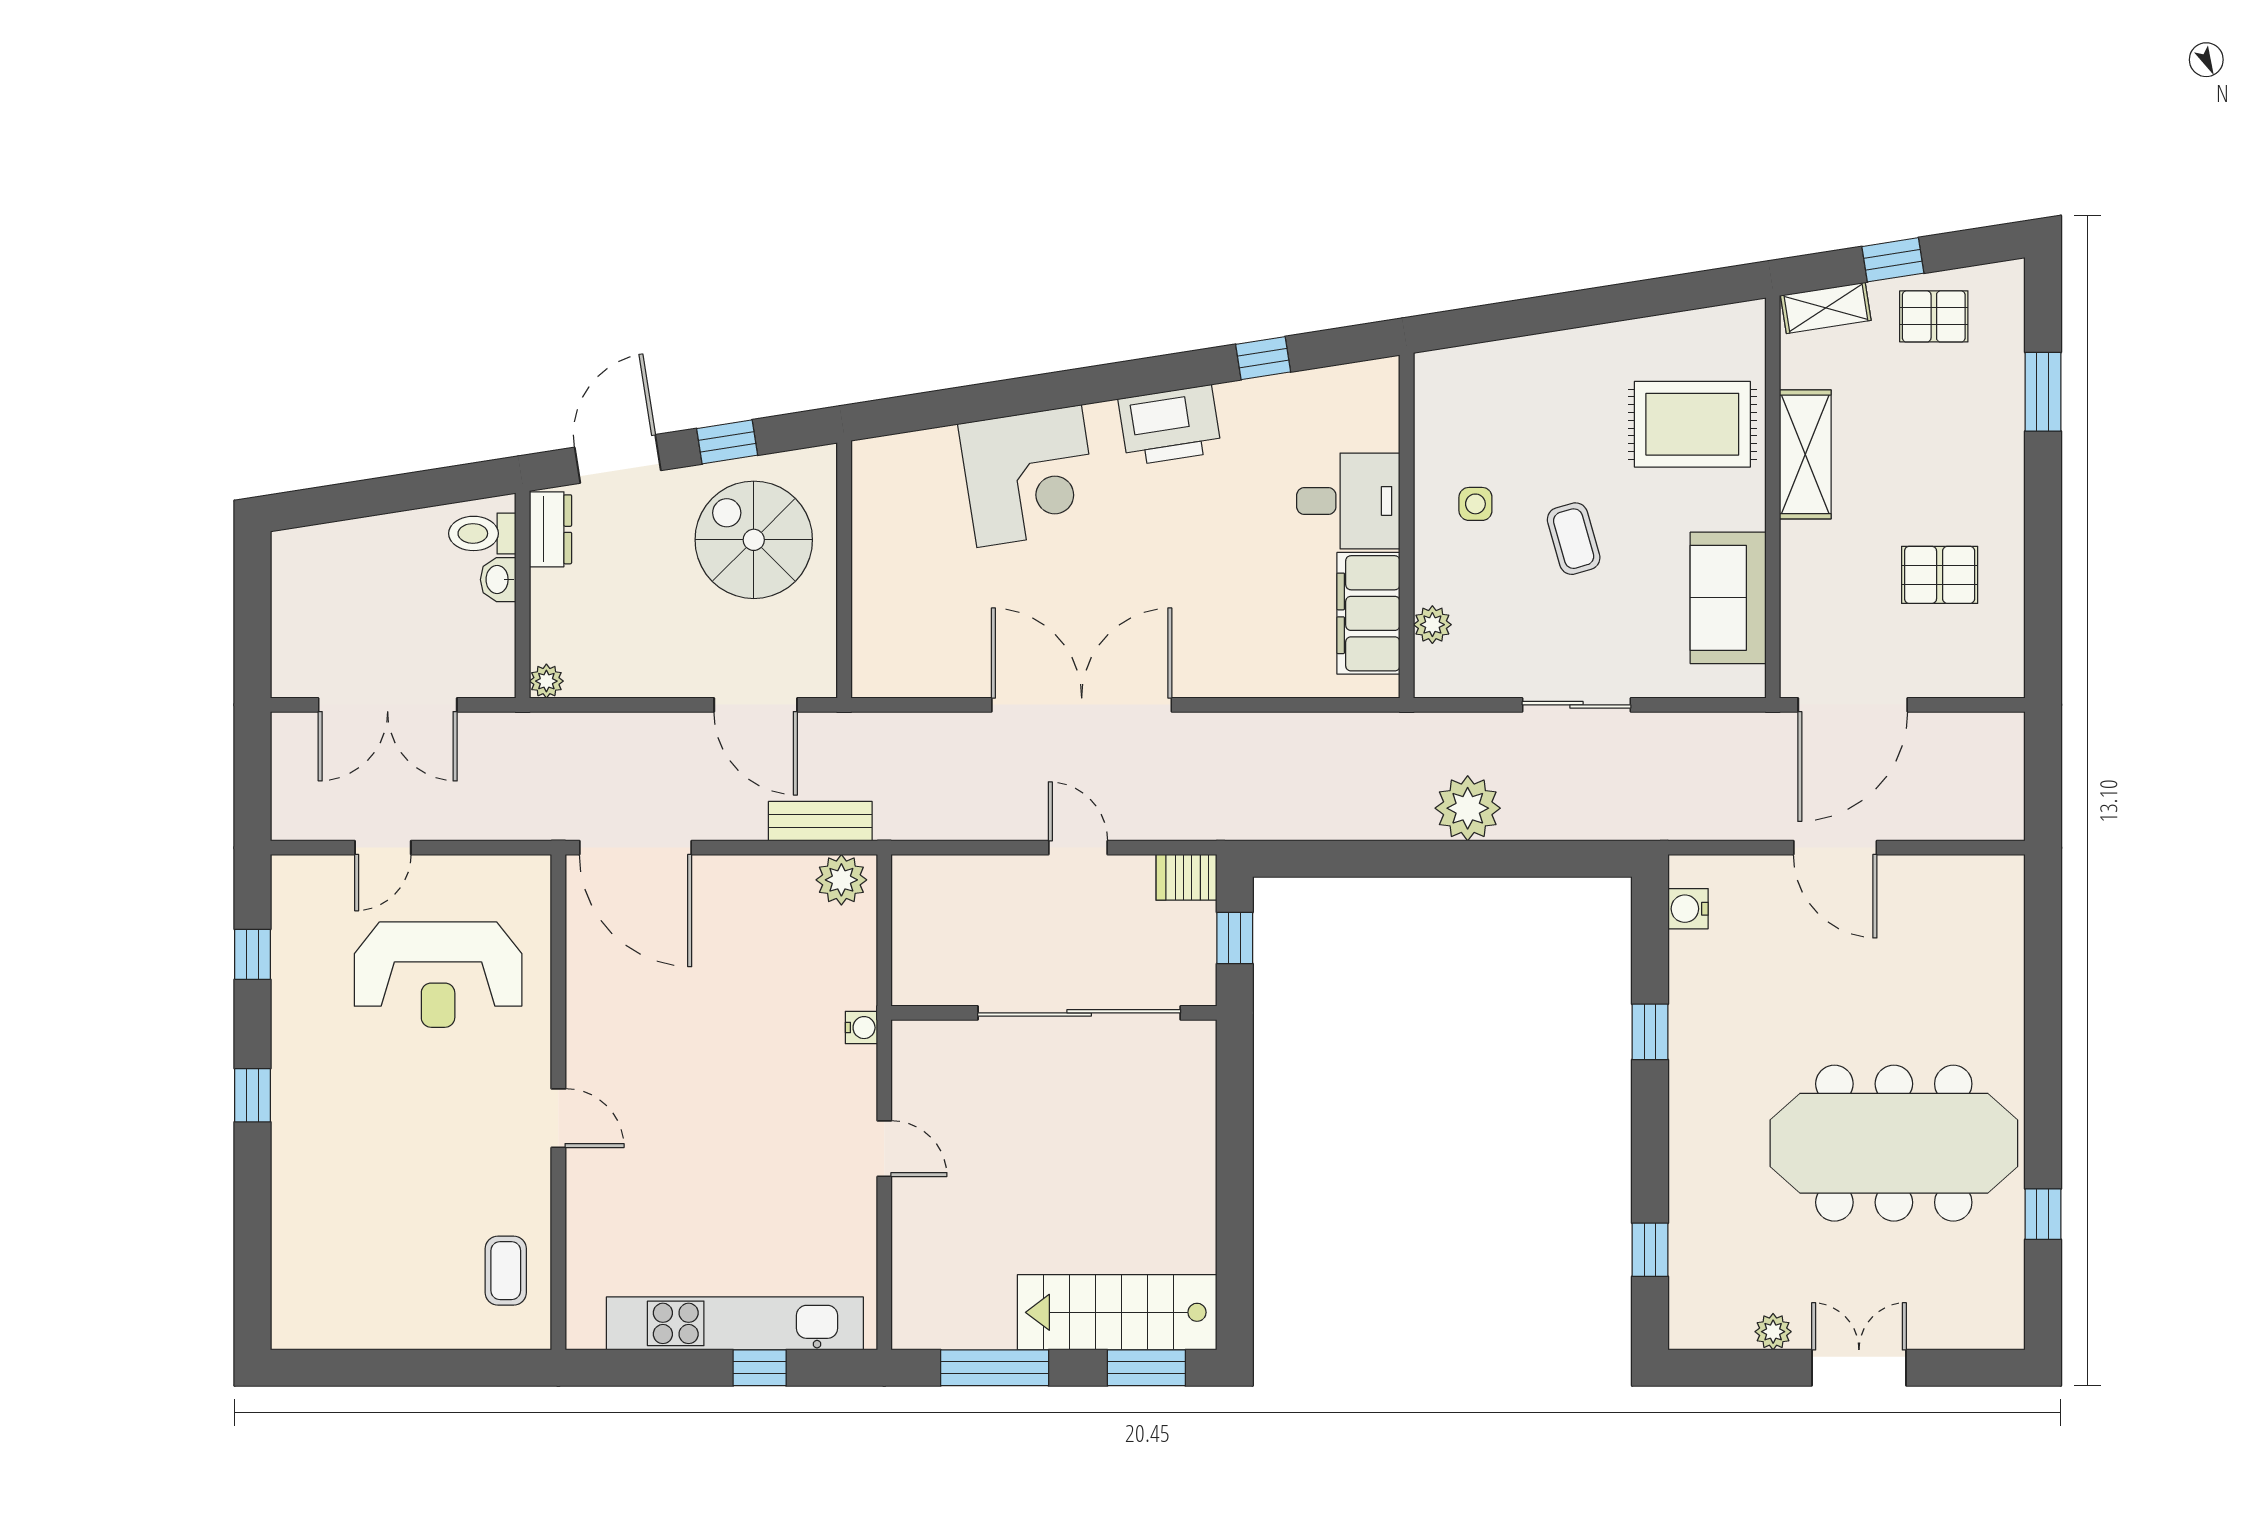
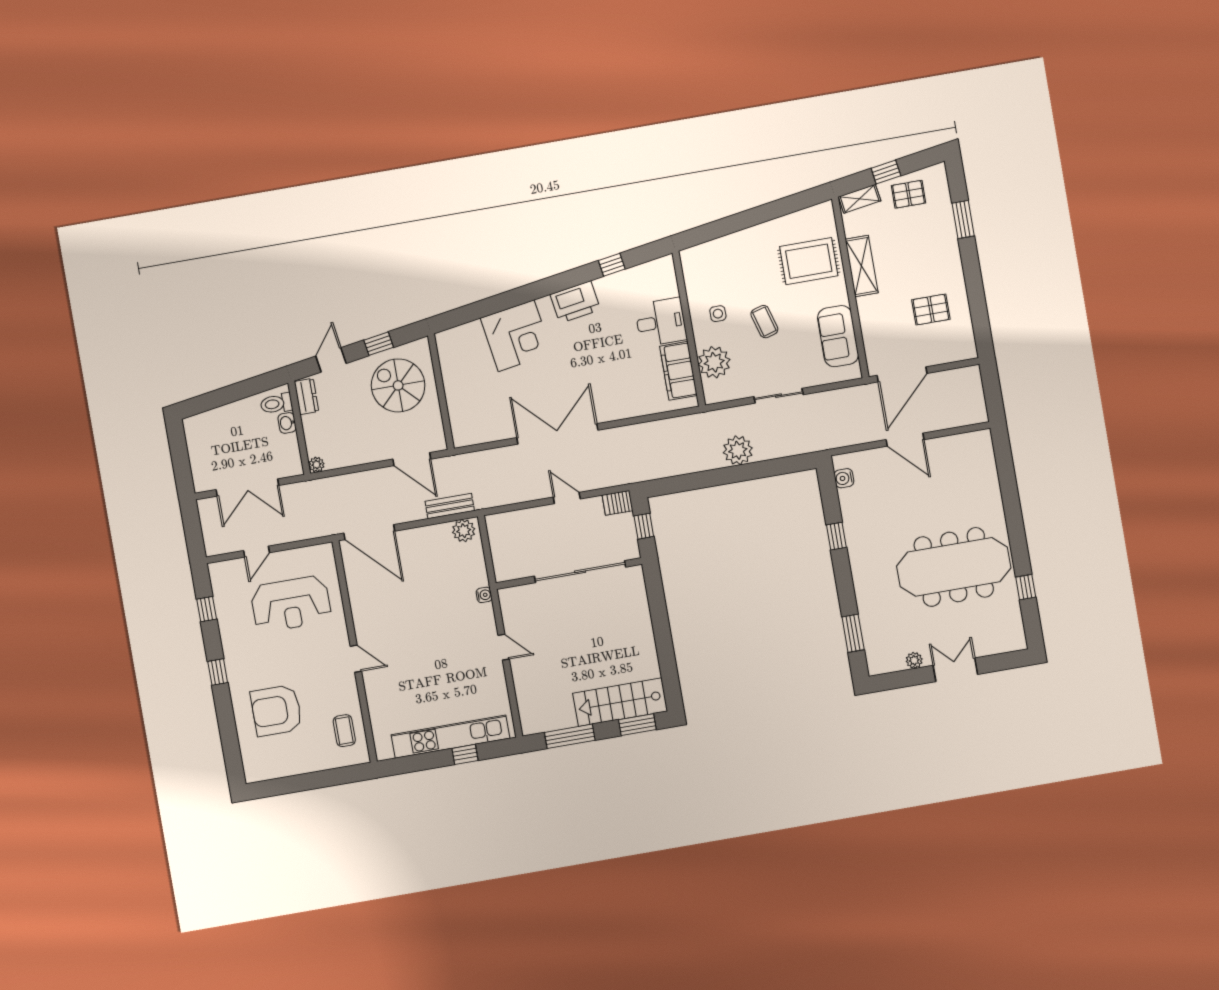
door: (618, 459) -> (331, 360), width x0.73
plant: (1432, 625) -> (714, 362), width x1.87, depth x1.87
armchair: (366, 1201) -> (276, 711), added
window: (1650, 1250) -> (853, 633), width x1.50

